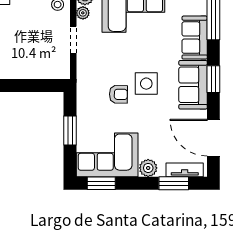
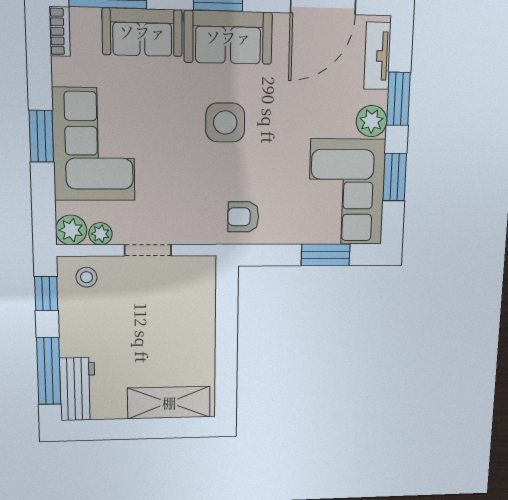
armchair: (118, 94) -> (243, 217), moved, turned -91
window: (70, 130) -> (326, 255), moved
window: (101, 183) -> (395, 177), moved
window: (174, 183) -> (398, 99), moved

